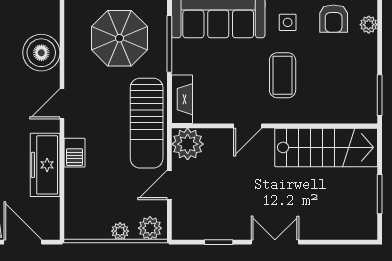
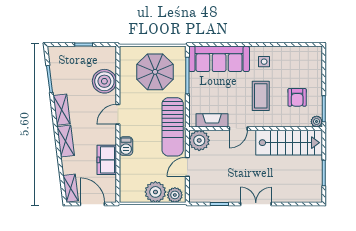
armchair: (334, 19) -> (297, 97), moved
plant: (369, 25) -> (317, 122), moved
fireplace: (182, 99) -> (212, 120), moved, turned -90
freezer: (45, 165) -> (107, 160), width x0.71
plant: (120, 231) -> (155, 192), width x1.87, depth x1.87

